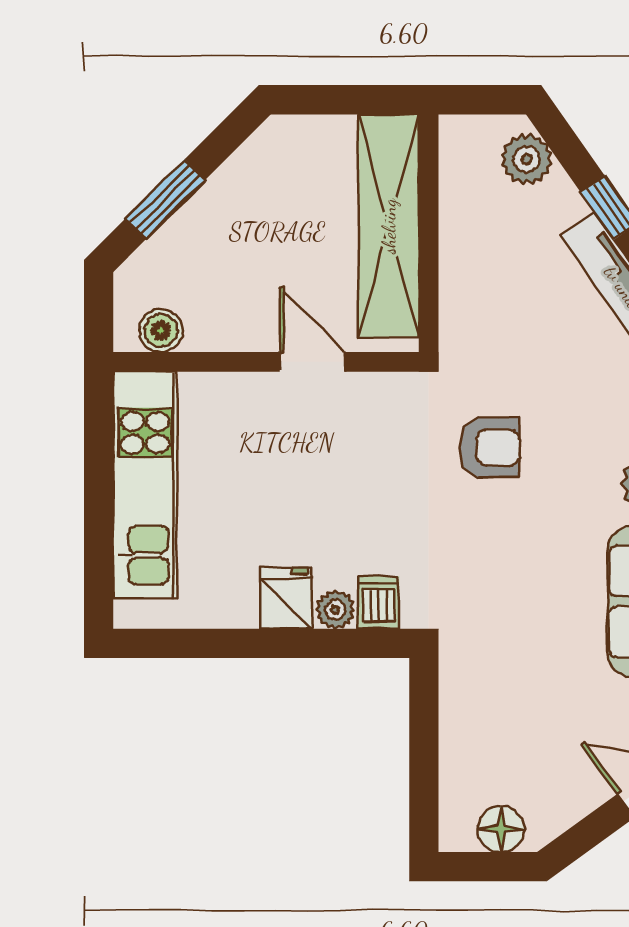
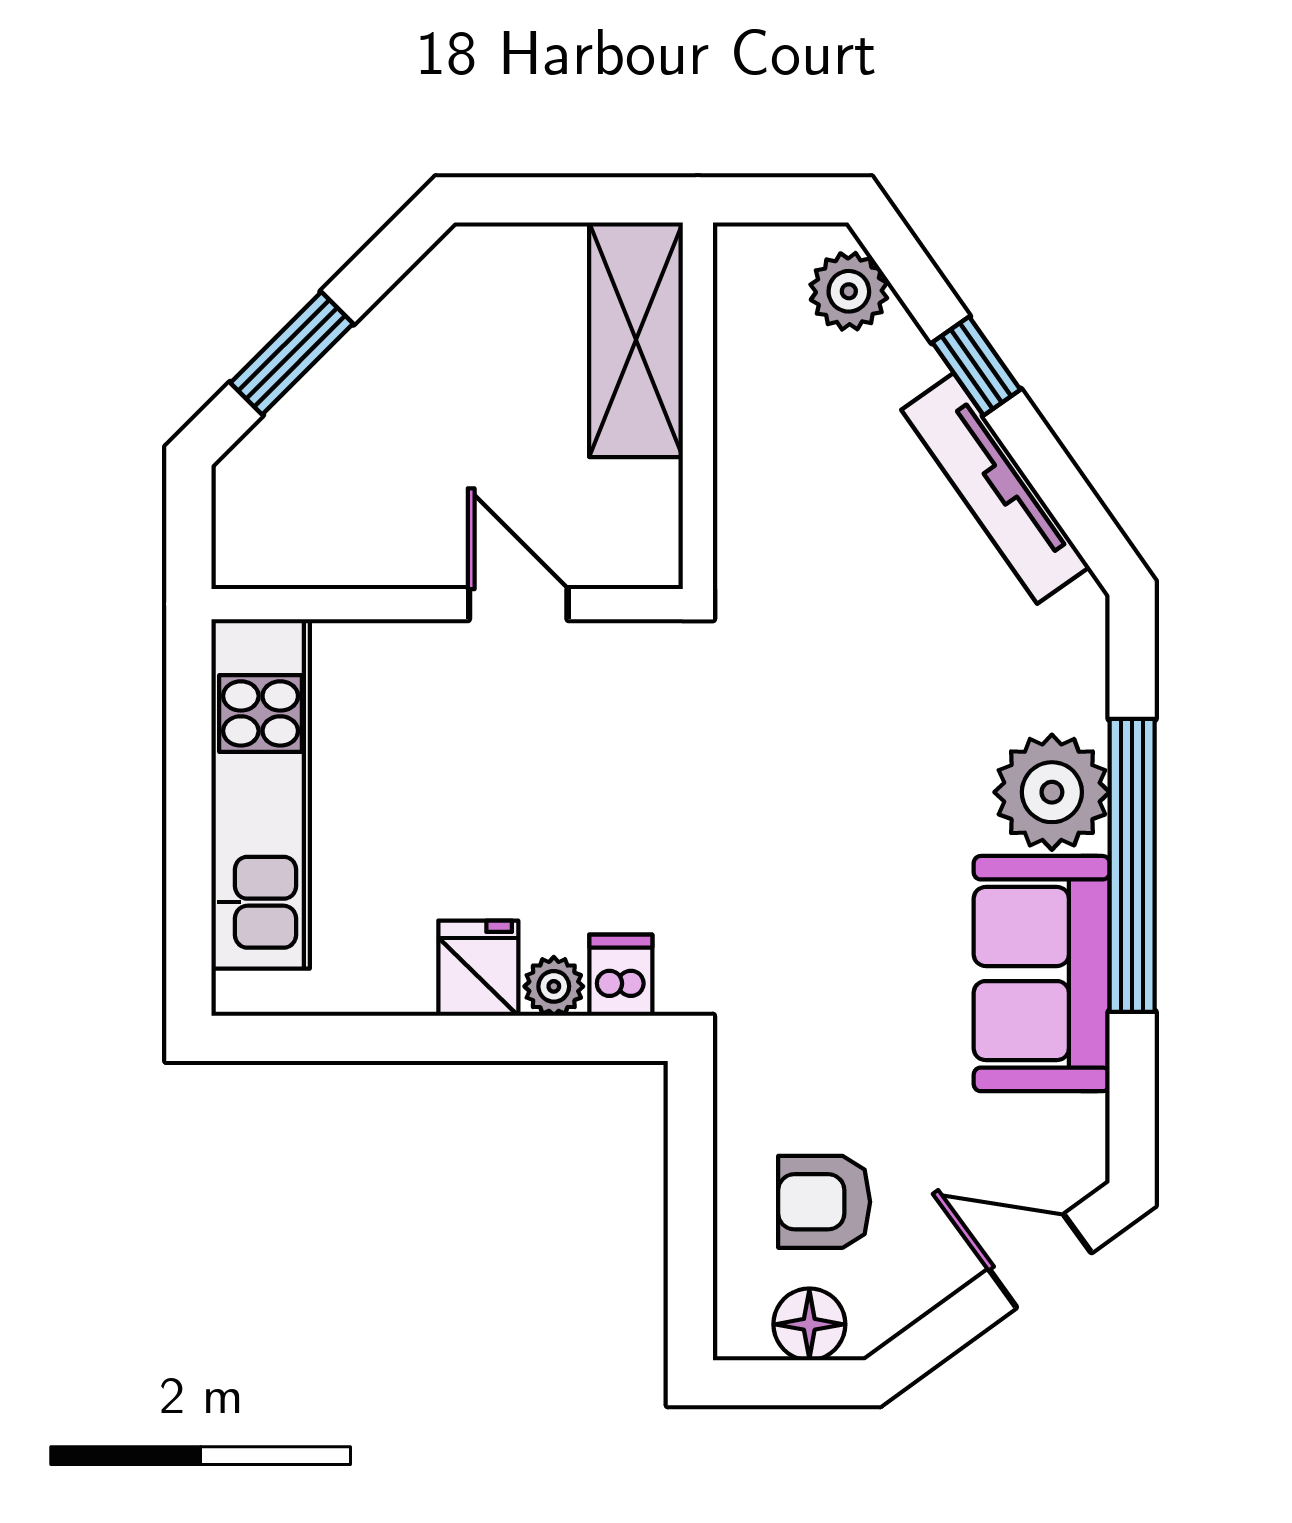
shelving: (389, 226) -> (636, 340), width x0.68
boiler: (161, 330) -> (285, 556), removed
armchair: (490, 448) -> (824, 1202), moved, turned 180

